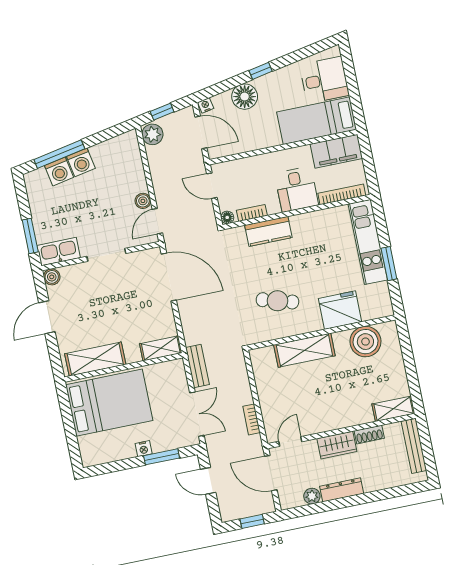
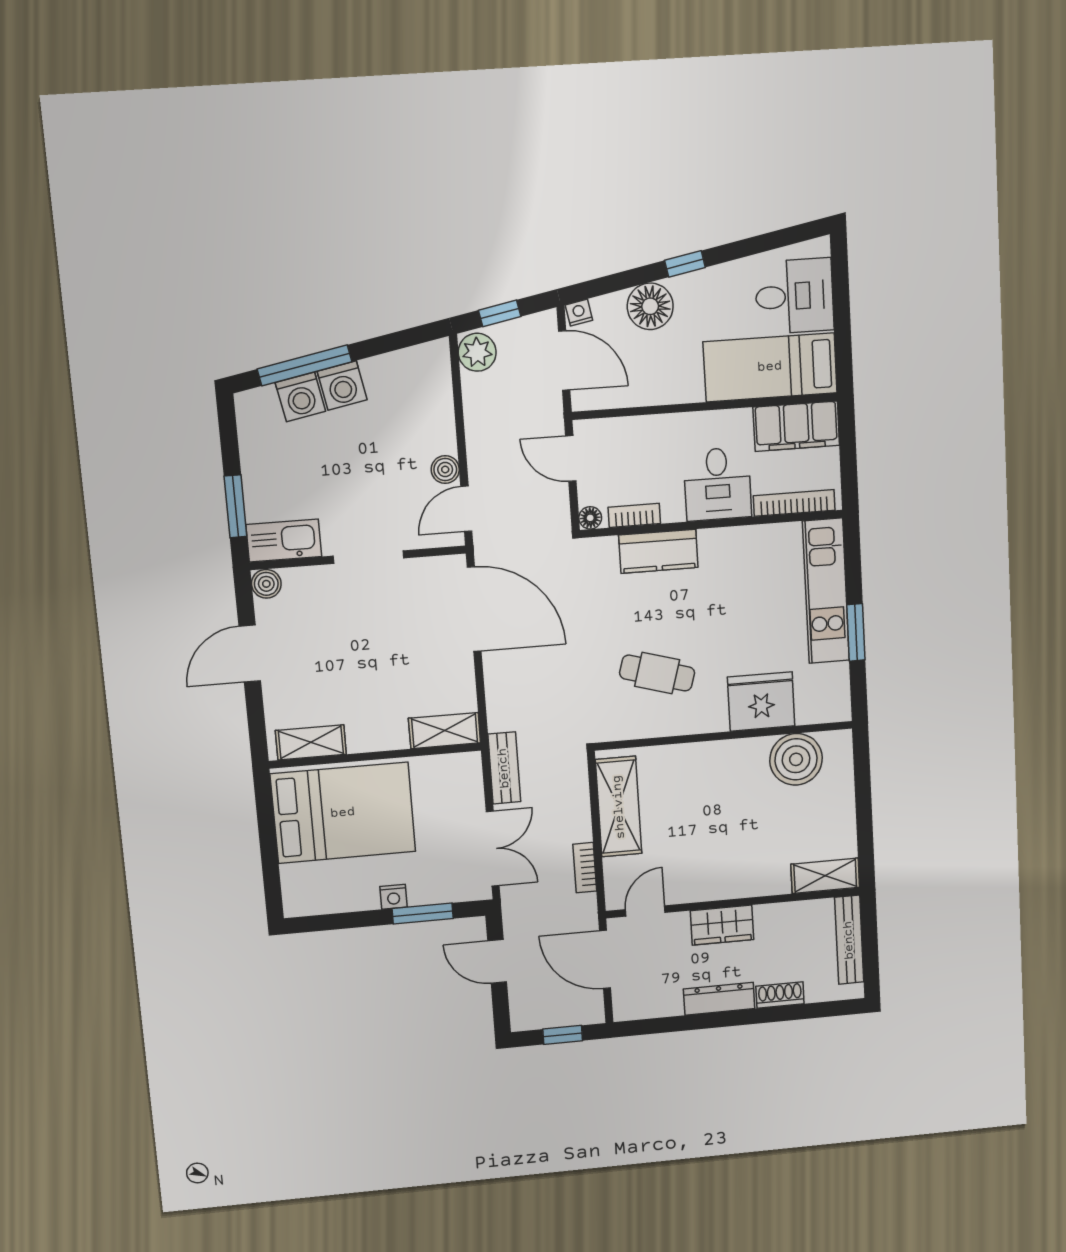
shelving: (304, 350) -> (619, 807), moved, turned 90
shelving: (95, 359) -> (311, 742), width x0.67, depth x0.75
shoe rack: (369, 435) -> (780, 995), moved, turned 180
plant: (312, 496) -> (668, 1004), removed

